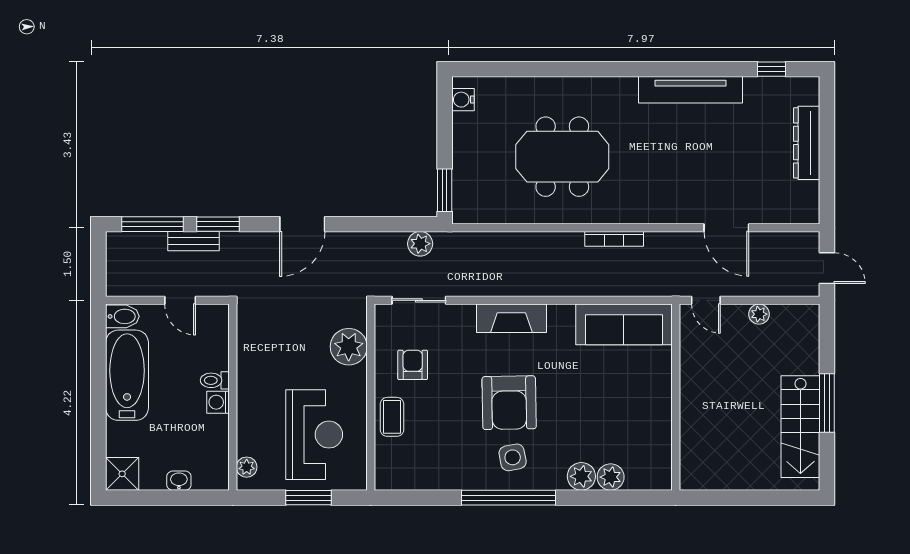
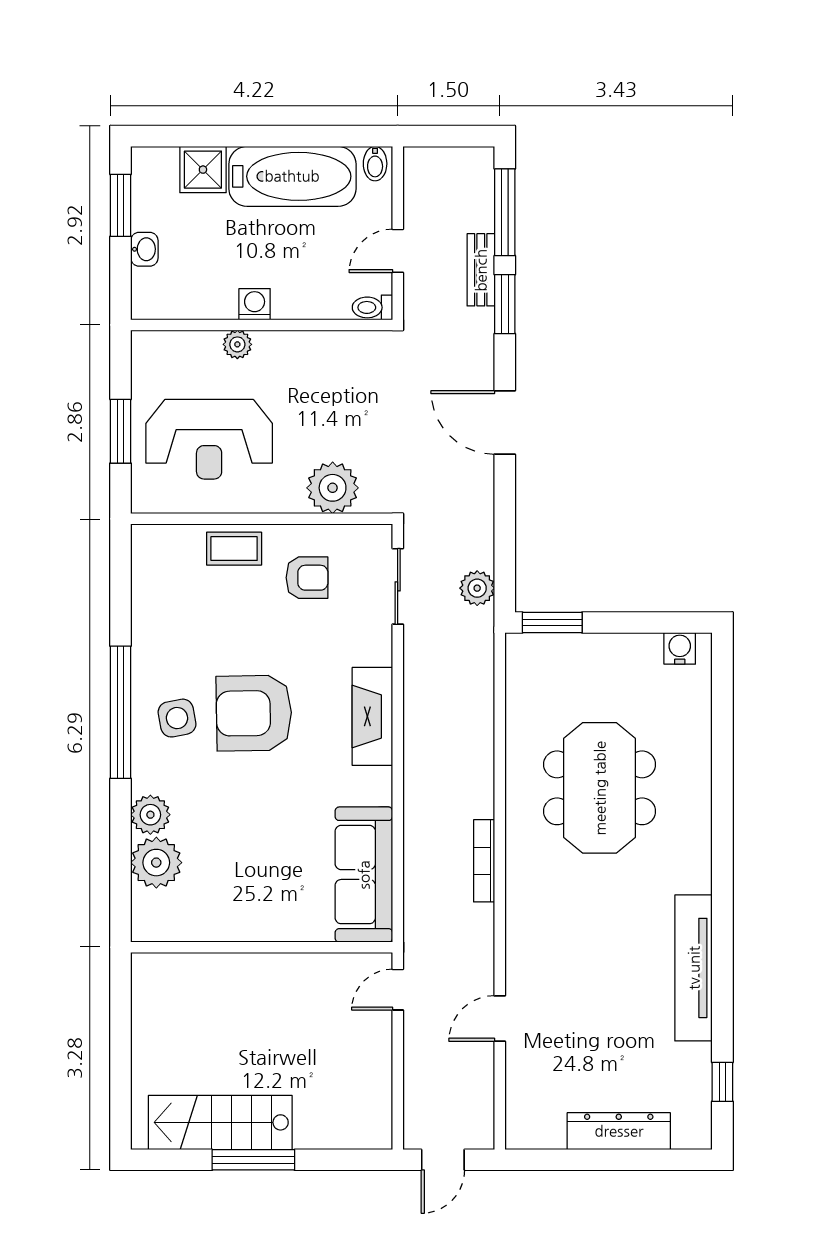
door: (726, 228) -> (500, 1018), width x0.73
plant: (759, 314) -> (378, 1064), removed
bidet: (122, 316) -> (375, 164), width x0.72, depth x0.74
toilet: (215, 380) -> (372, 307), moved, turned -90
plant: (247, 467) -> (237, 344), moved
shower: (122, 474) -> (203, 170), moved
plant: (611, 477) -> (156, 863), width x1.36, depth x1.36
window: (148, 498) -> (121, 205), added

